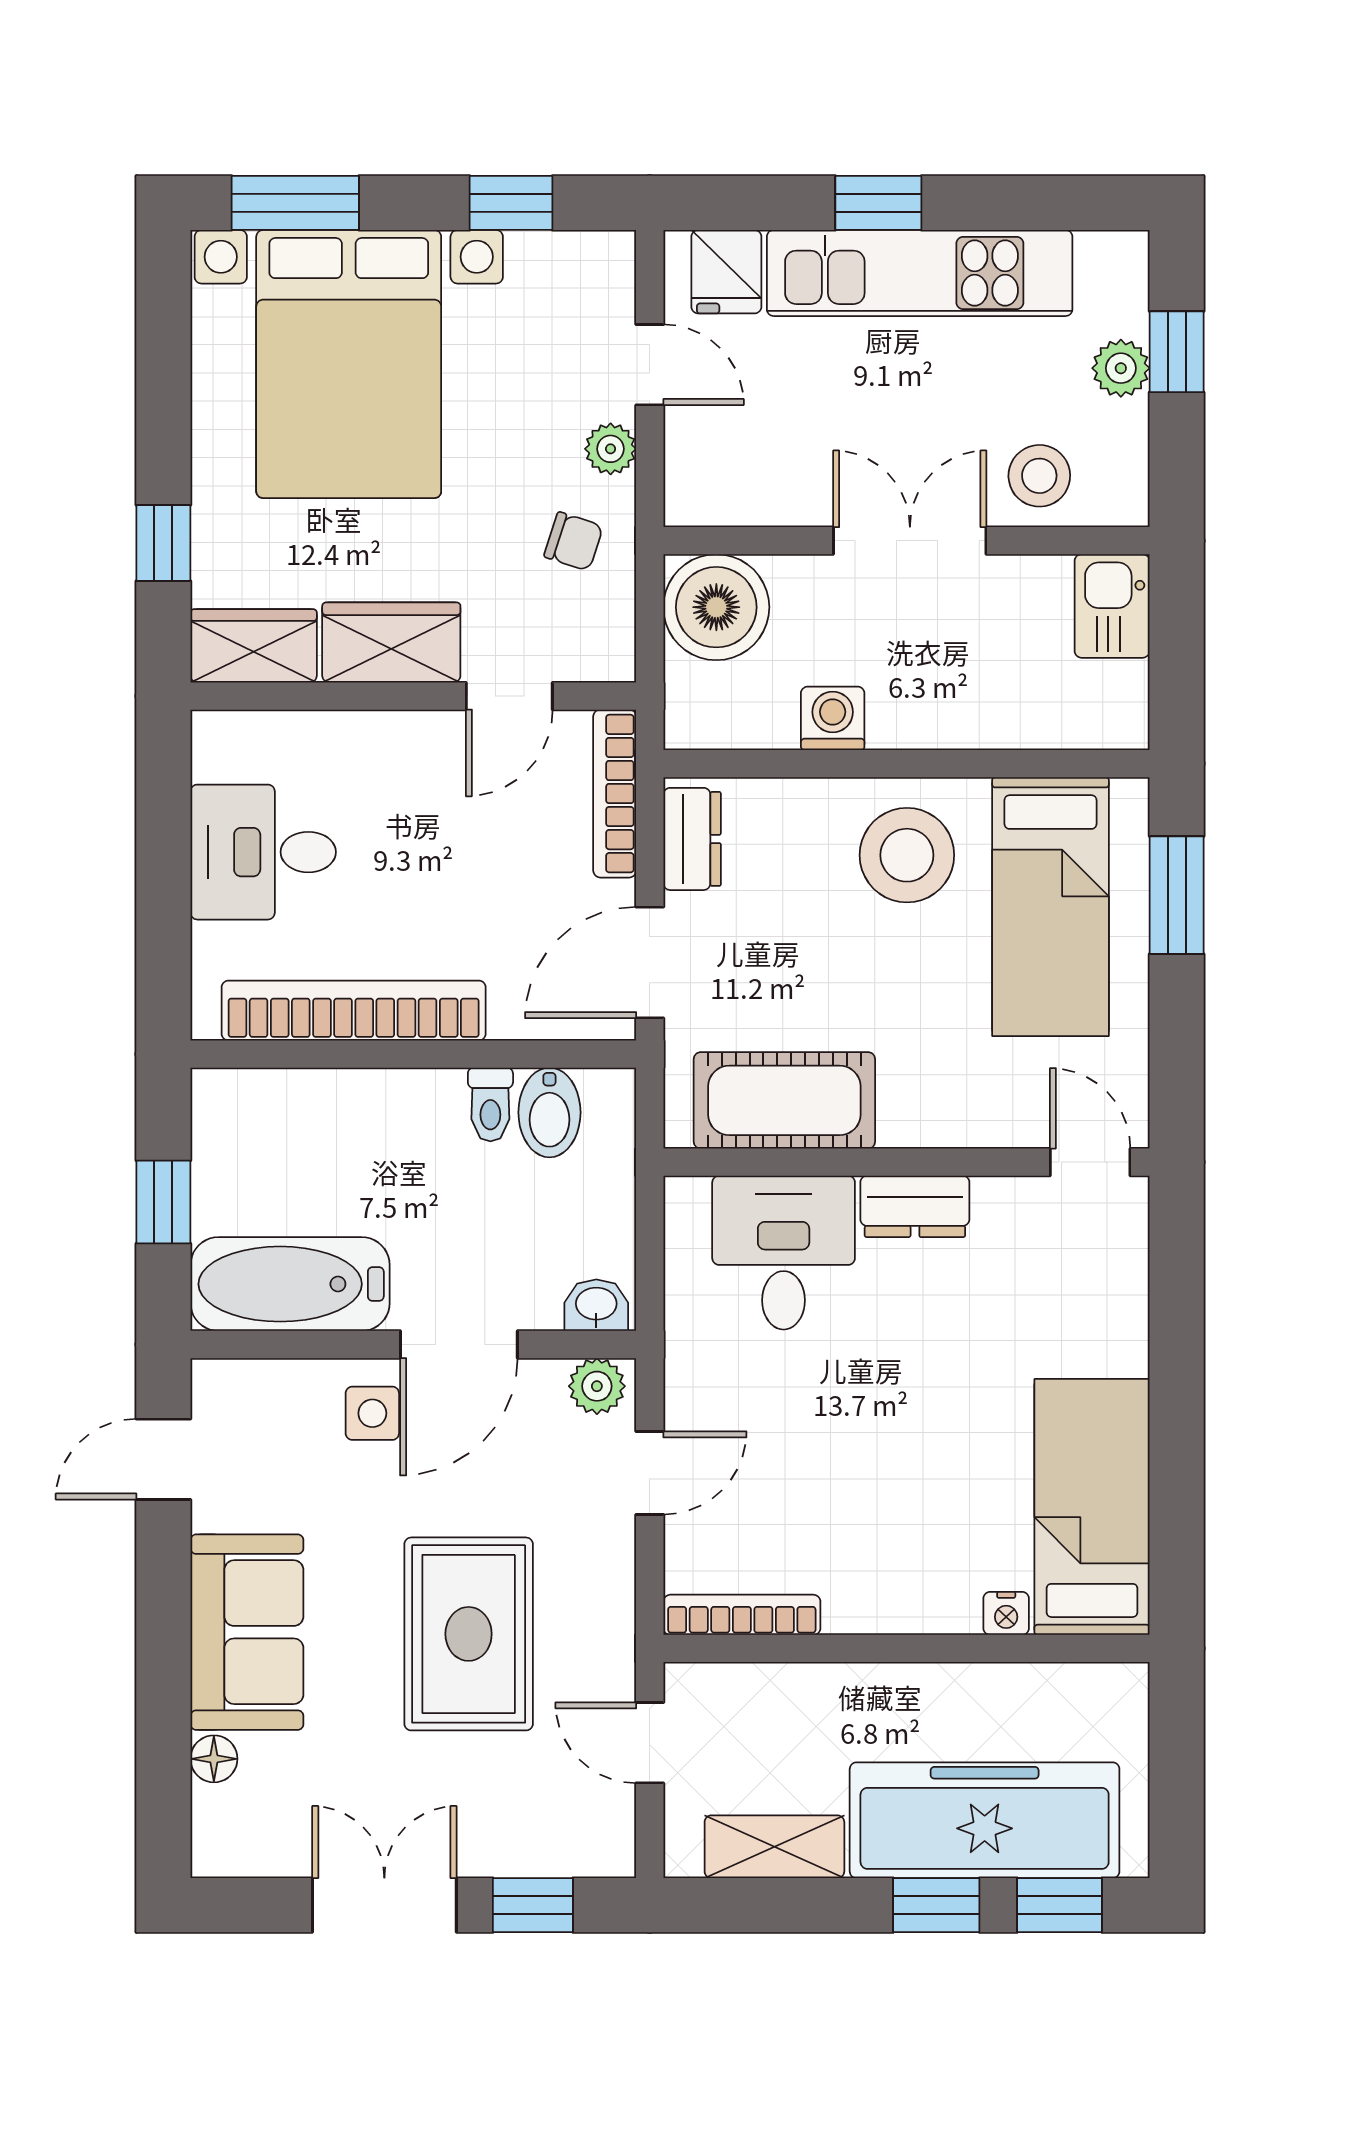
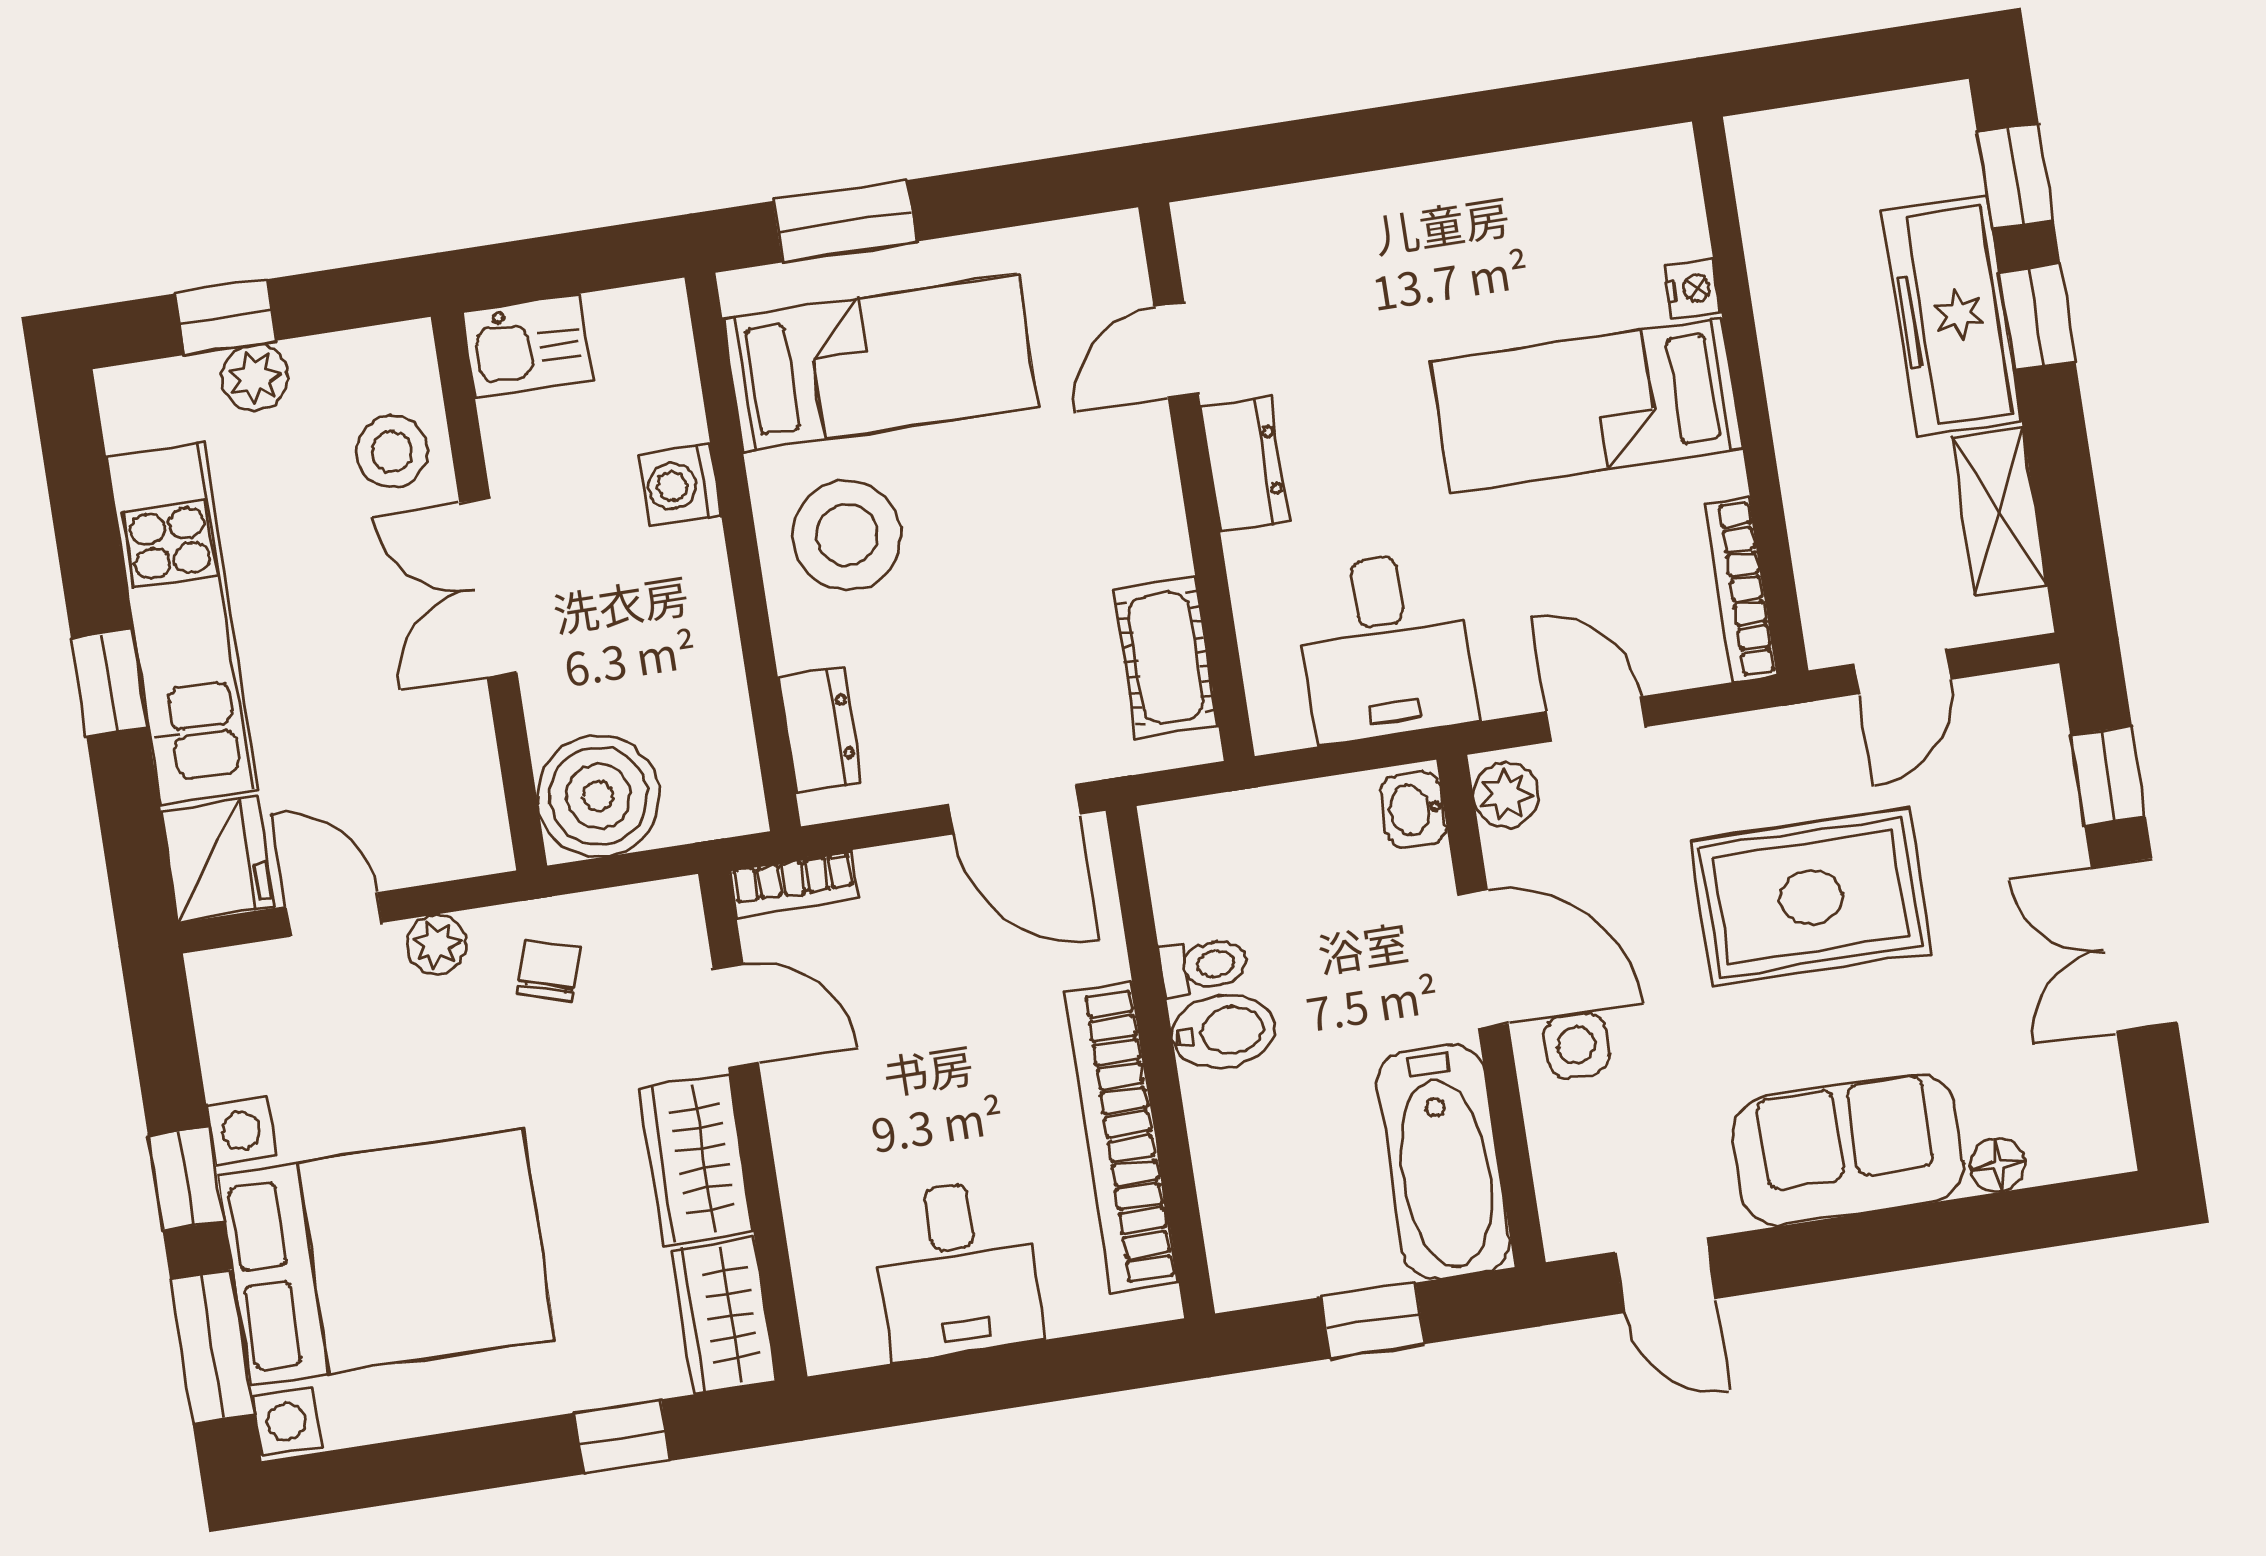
window: (511, 203) -> (186, 1178), moved
fridge: (726, 272) -> (217, 859), width x1.38
door: (650, 365) -> (334, 914), hinge flipped
washing machine: (833, 718) -> (680, 485), moved
bookcase: (615, 794) -> (794, 884), width x0.64
dresser: (692, 839) -> (820, 730), moved, turned 90
cot: (784, 1100) -> (1166, 657), width x0.73, depth x0.75
bidet: (549, 1112) -> (1224, 1031), moved
door: (1090, 1162) -> (1176, 350), moved
desk: (784, 1253) -> (1386, 646), moved, turned -90
bed: (1092, 1507) -> (1587, 405), moved
freezer: (985, 1820) -> (1952, 316), width x0.73, depth x0.79

